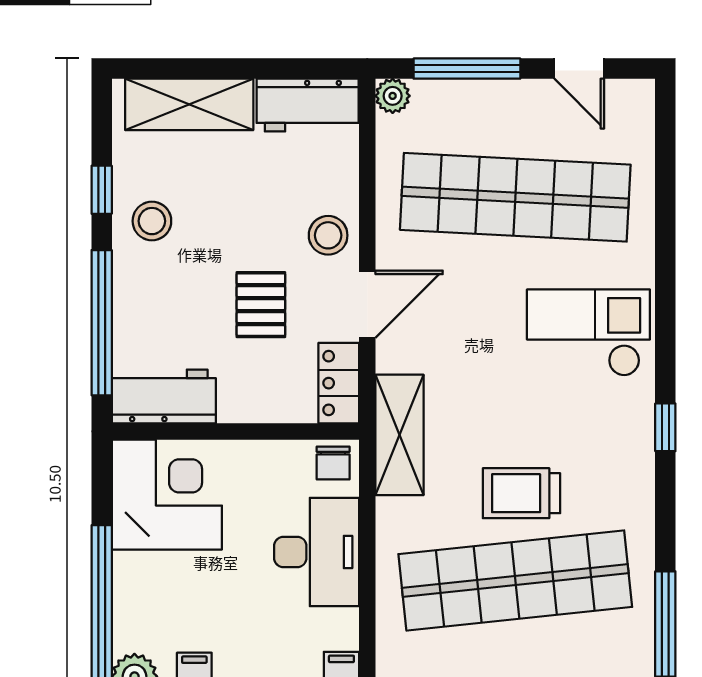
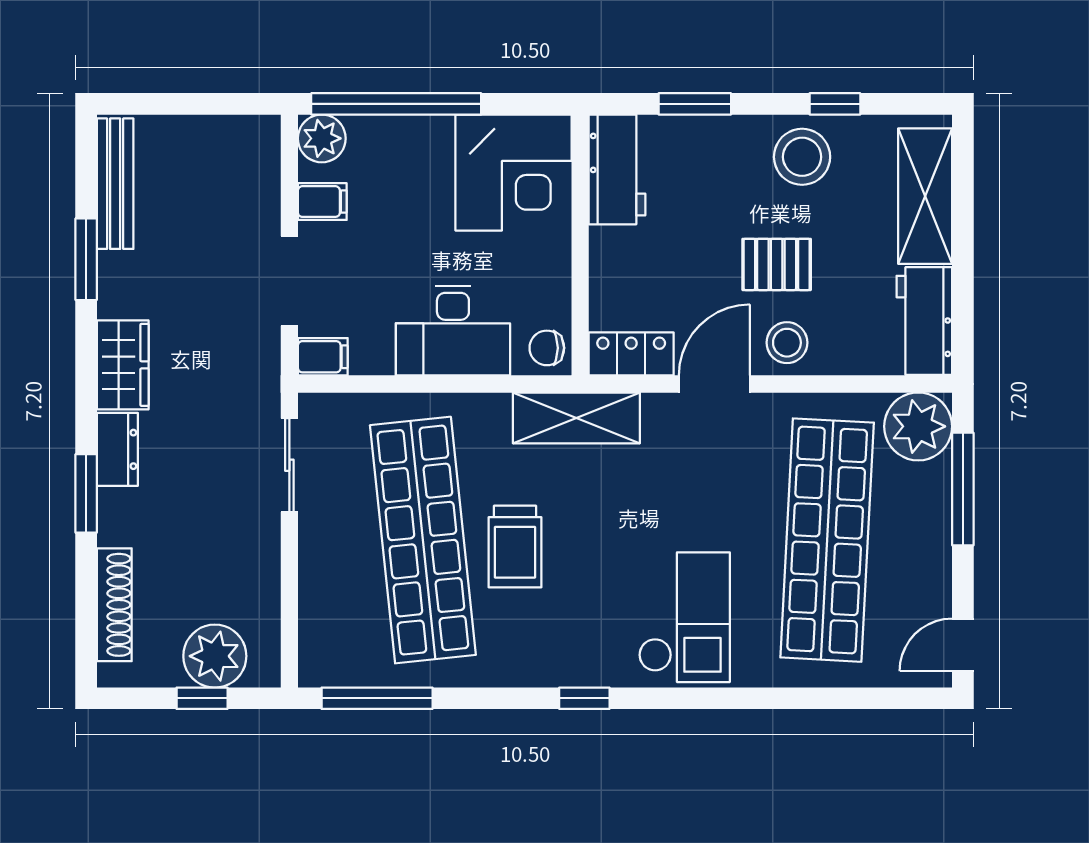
door: (579, 69) -> (963, 645), moved
plant: (393, 96) -> (918, 426), width x1.87, depth x1.87
stool: (152, 221) -> (802, 157), width x1.38, depth x1.38
door: (367, 304) -> (714, 384), swing flipped
pallet: (261, 305) -> (777, 264), moved
window: (102, 323) -> (695, 104), width x0.47
trolley: (521, 493) -> (515, 547), turned 180

